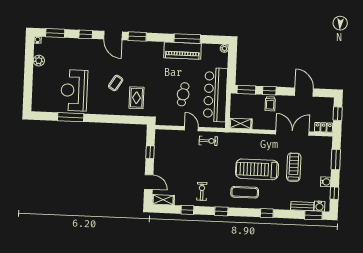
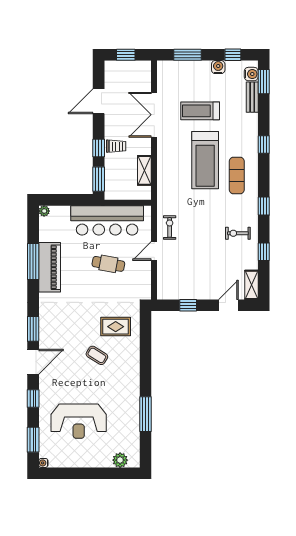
plant: (39, 61) -> (120, 460), moved
reception desk: (74, 90) -> (79, 421), moved
shelving: (241, 124) -> (144, 170), moved
locker: (324, 127) -> (145, 73), removed

